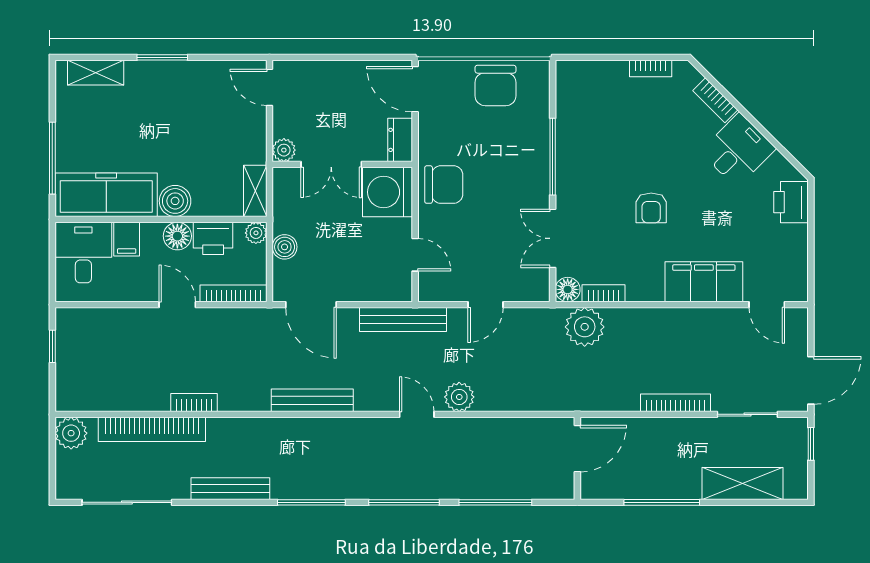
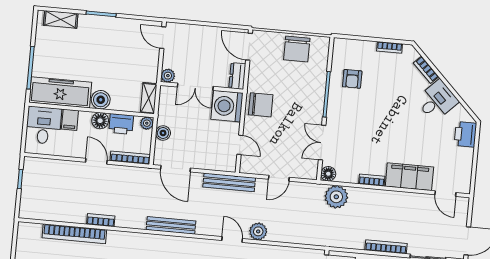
armchair: (651, 208) -> (352, 79), moved
bookcase: (604, 293) -> (372, 180), moved
plant: (71, 433) -> (26, 232), removed

